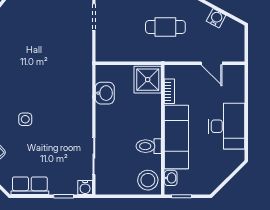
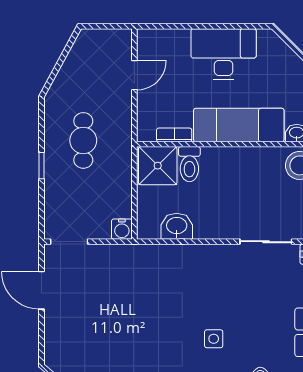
water cooler: (216, 18) -> (122, 229), moved, turned -118
toilet: (149, 146) -> (189, 164), moved

